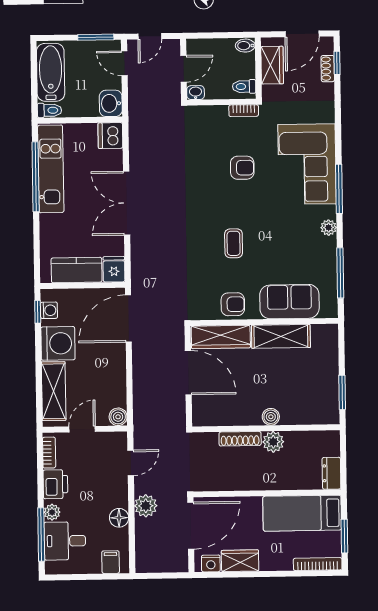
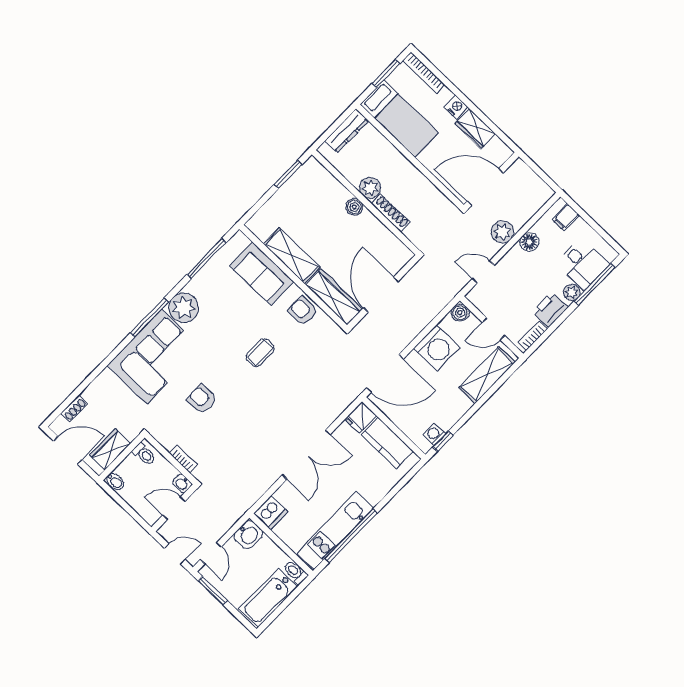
window: (337, 63) -> (64, 406), removed
bookcase: (244, 111) -> (183, 459), moved
plant: (329, 228) -> (184, 308), width x1.87, depth x1.87
washing machine: (58, 343) -> (437, 348), moved, turned 180
dresser: (331, 473) -> (347, 131), width x1.44
nightstand: (211, 563) -> (456, 107), moved

